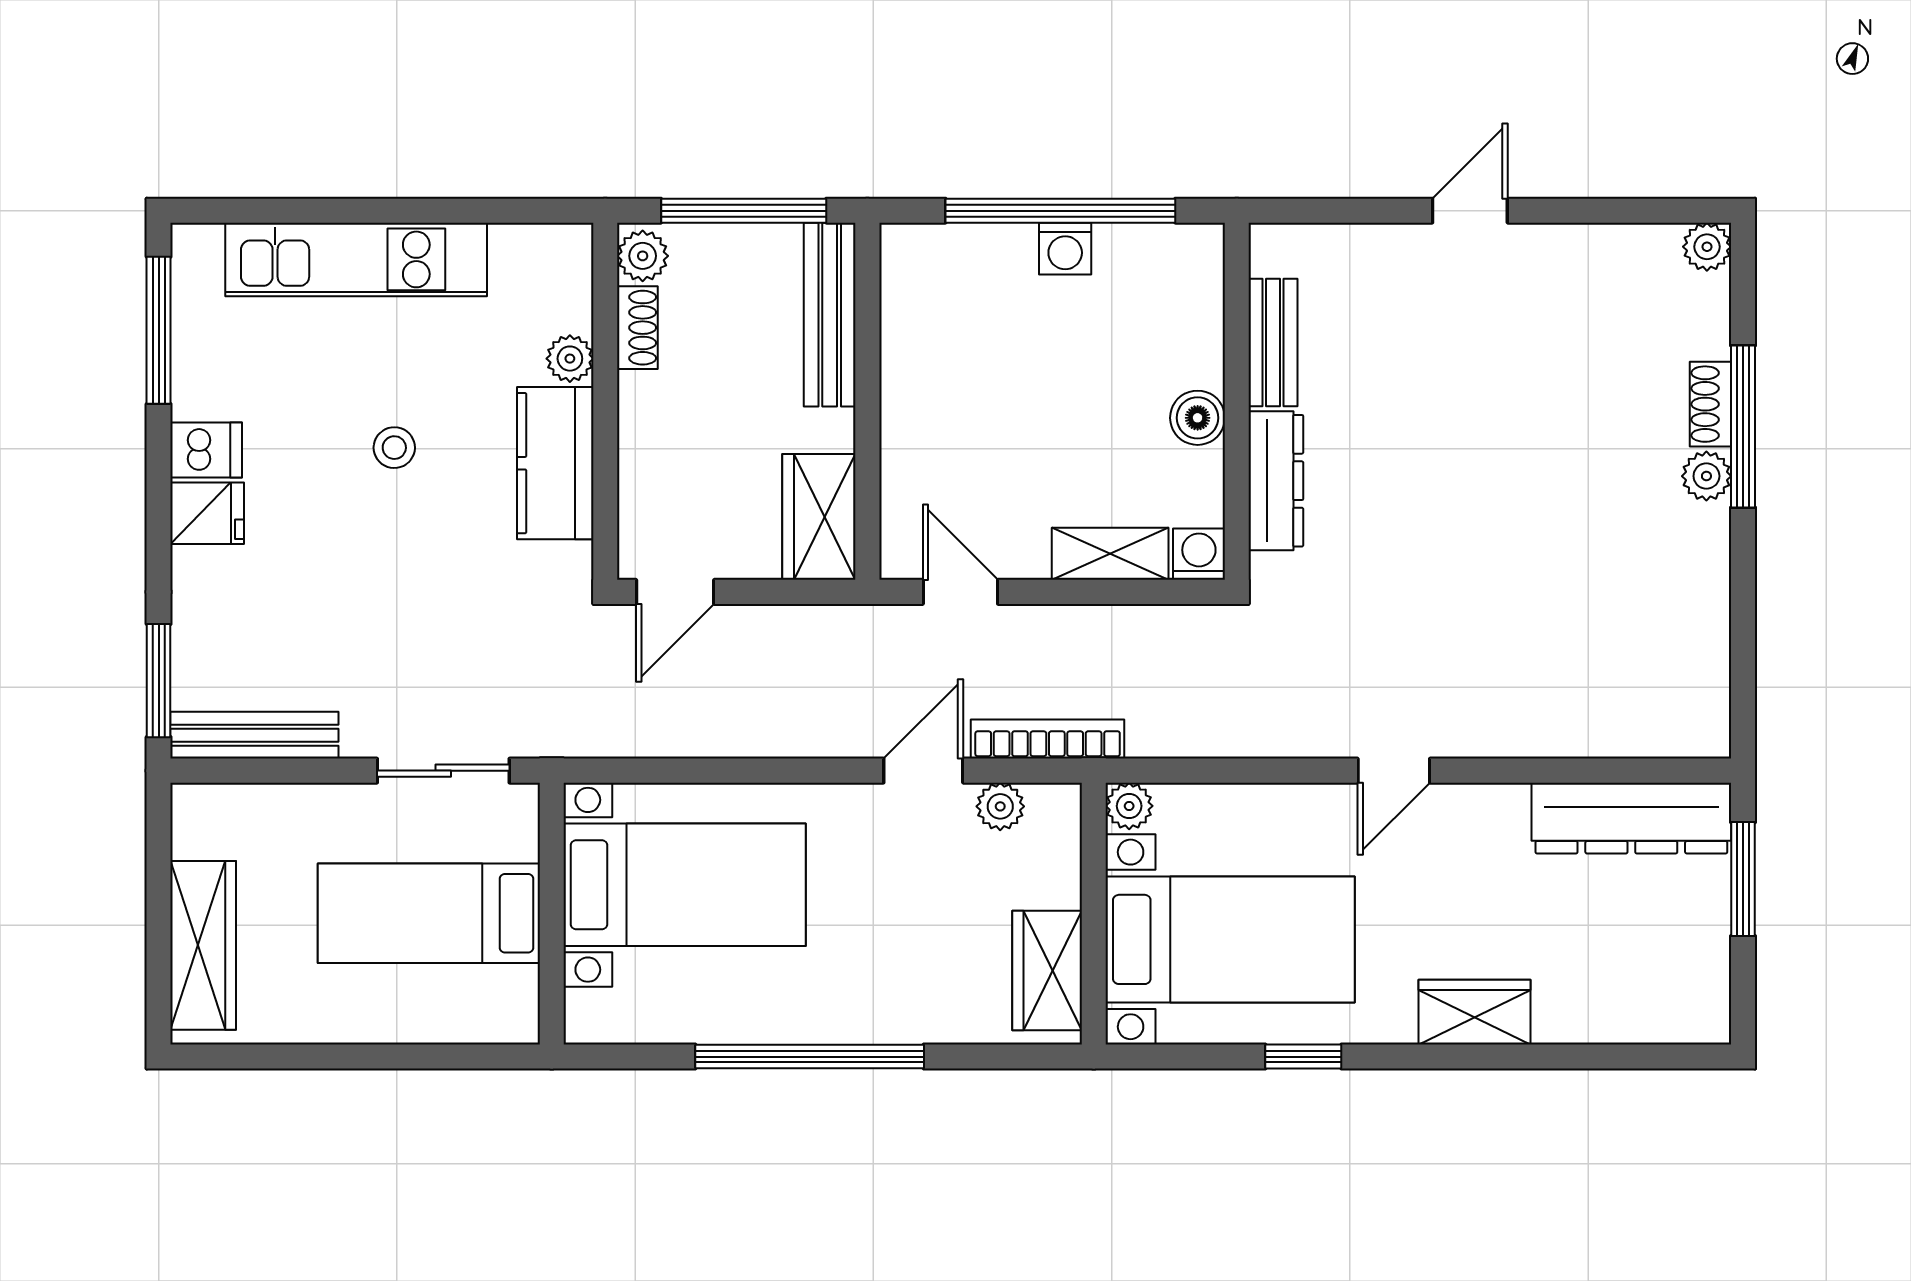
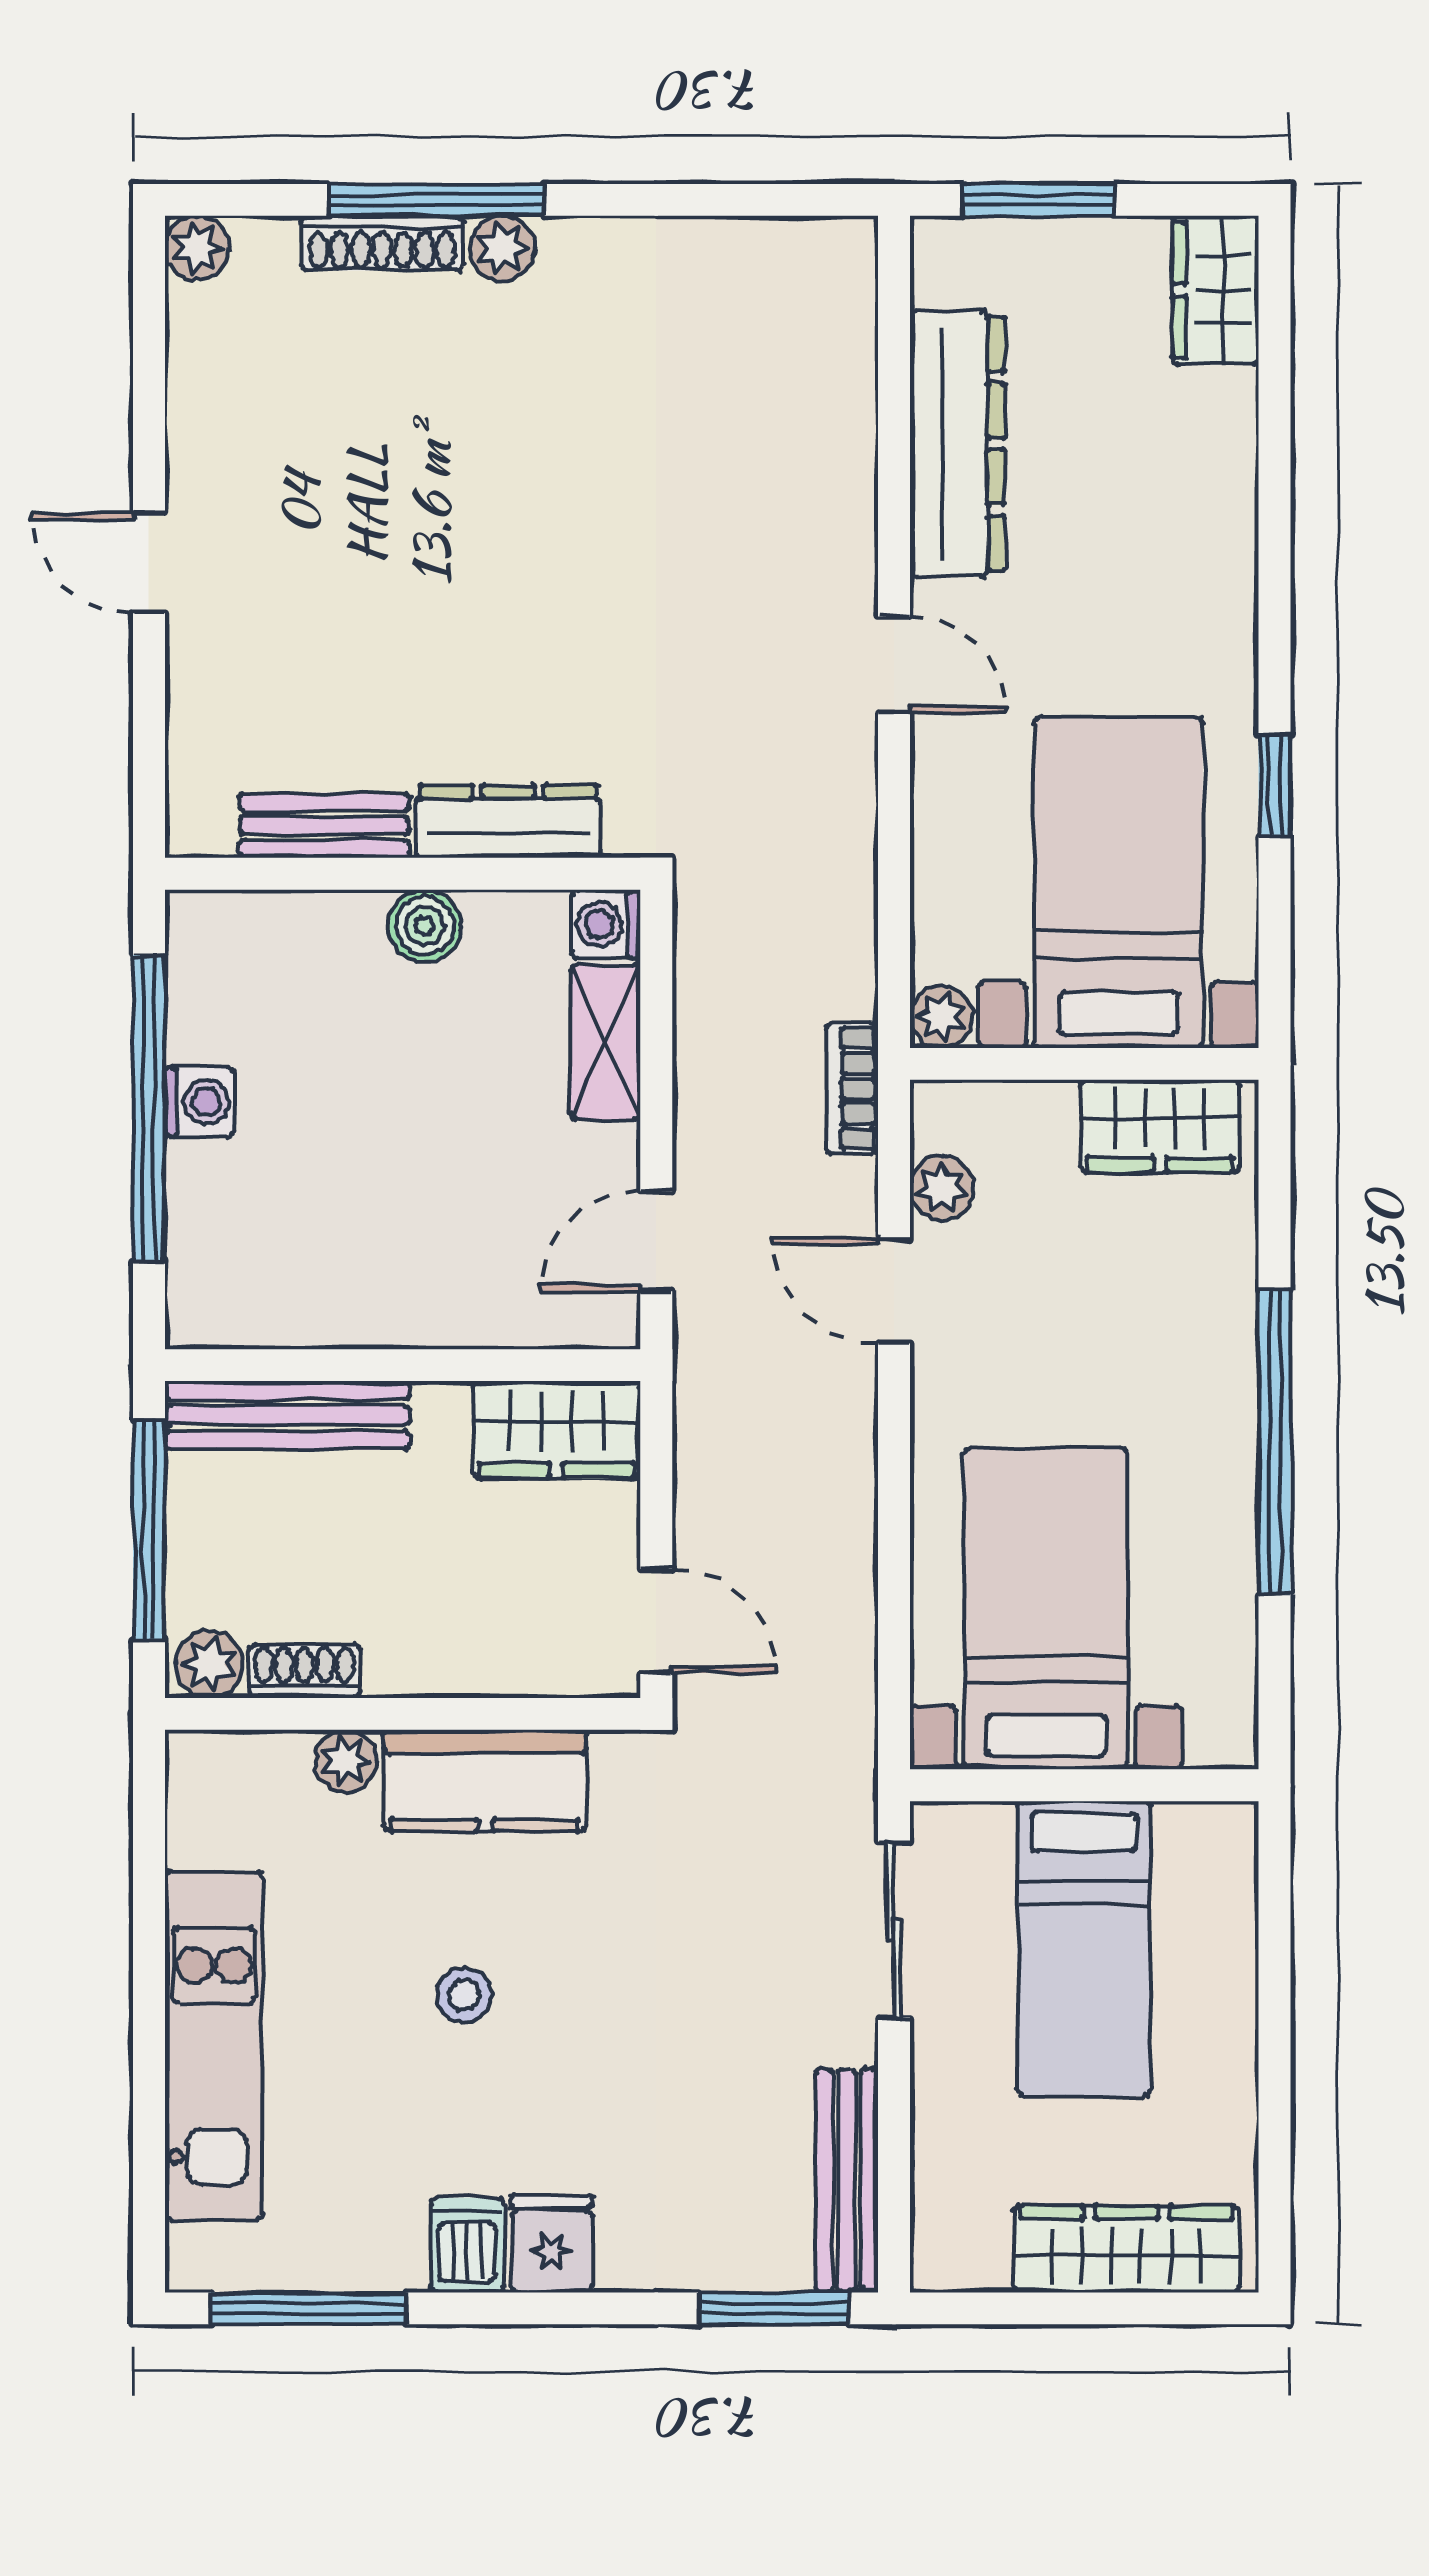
shoe rack: (1710, 404) -> (382, 243), width x1.43
bookcase: (1048, 739) -> (852, 1089), width x0.64
dresser: (1631, 818) -> (957, 444), moved
wardrobe: (1474, 1012) -> (1216, 290), moved

